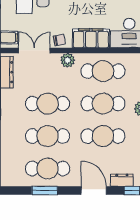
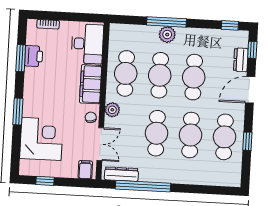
double door: (34, 50) -> (100, 144), swing flipped
window: (45, 190) -> (247, 141), width x0.67

